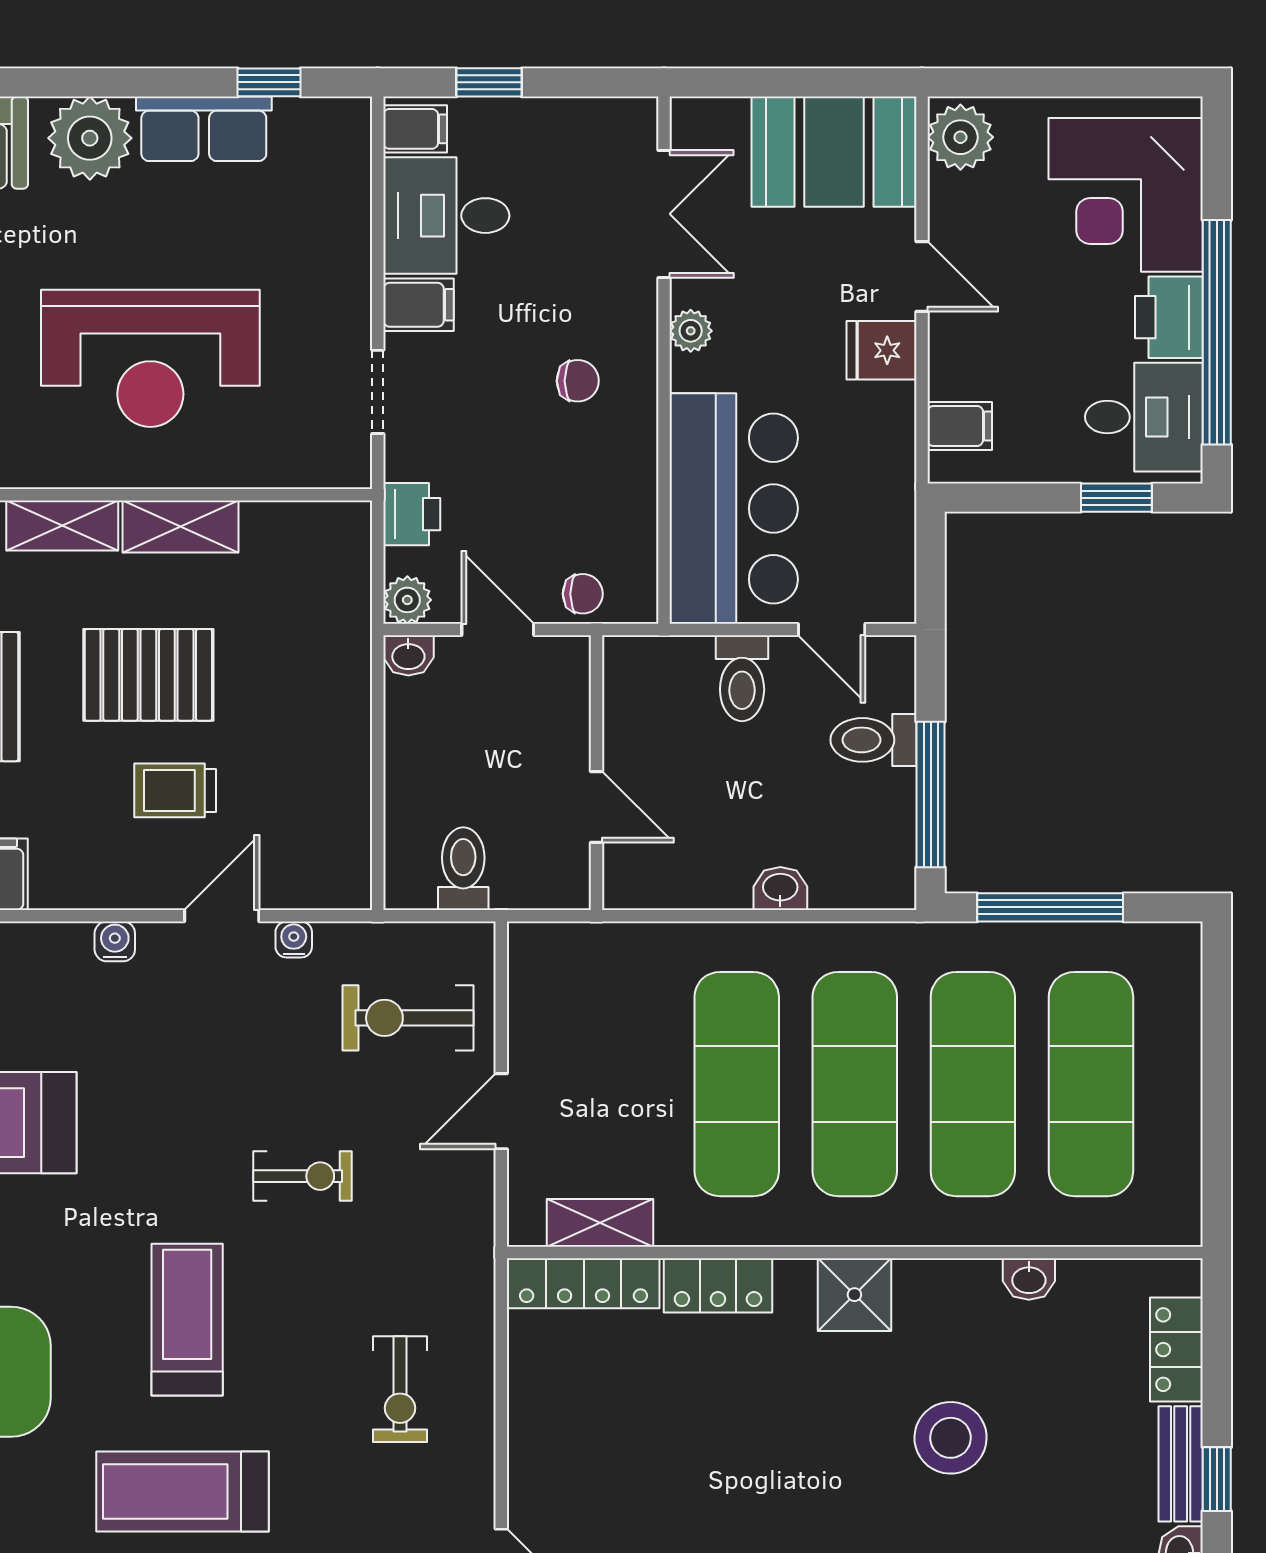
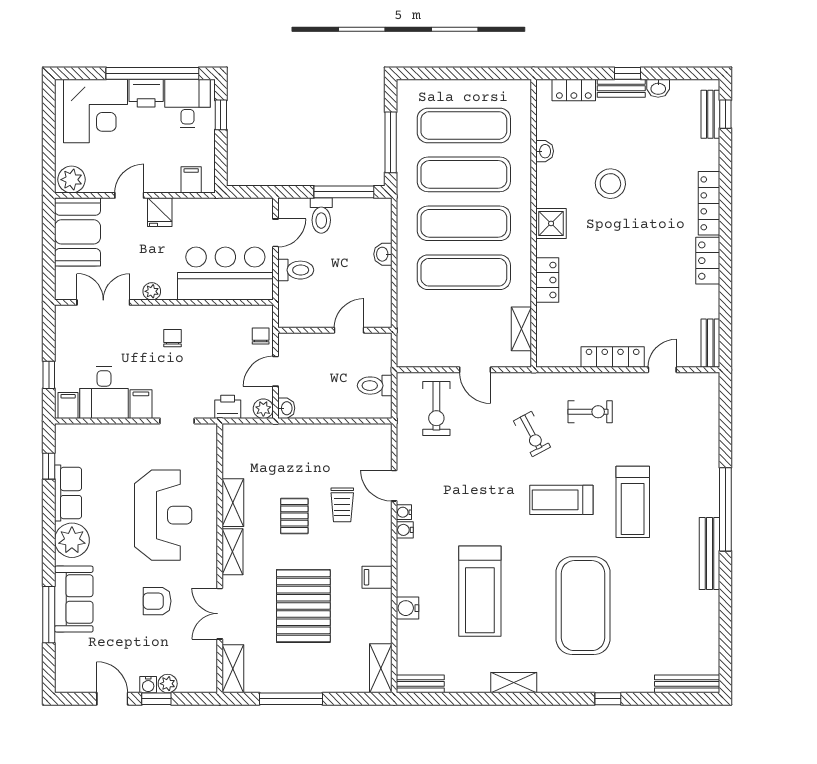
pallet: (148, 675) -> (294, 516), width x0.67, depth x0.71
water cooler: (294, 939) -> (404, 512), moved
exercise bike: (302, 1176) -> (532, 434), moved, turned 152
locker: (584, 1283) -> (613, 357), moved, turned -90

